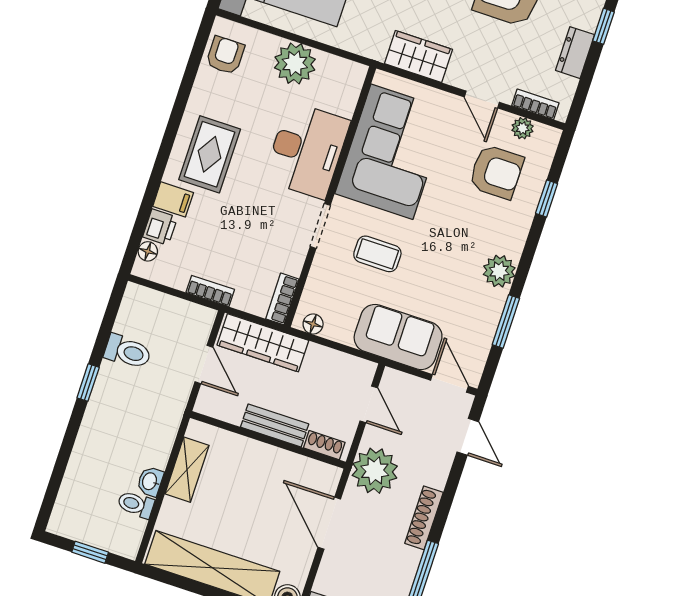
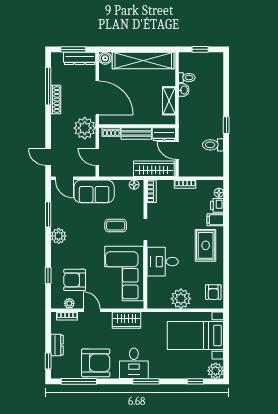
desk: (307, 150) -> (163, 262), width x0.73
dresser: (219, 406) -> (164, 134), added
shoe rack: (424, 518) -> (56, 100), moved
door: (329, 523) -> (97, 98), width x1.36

